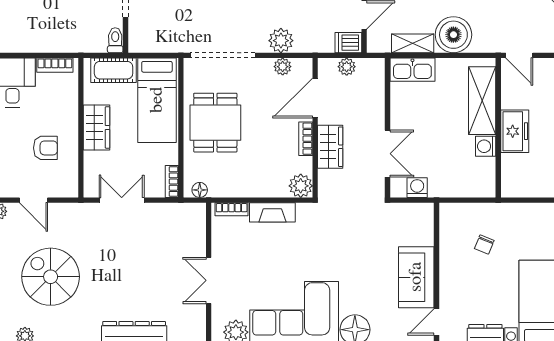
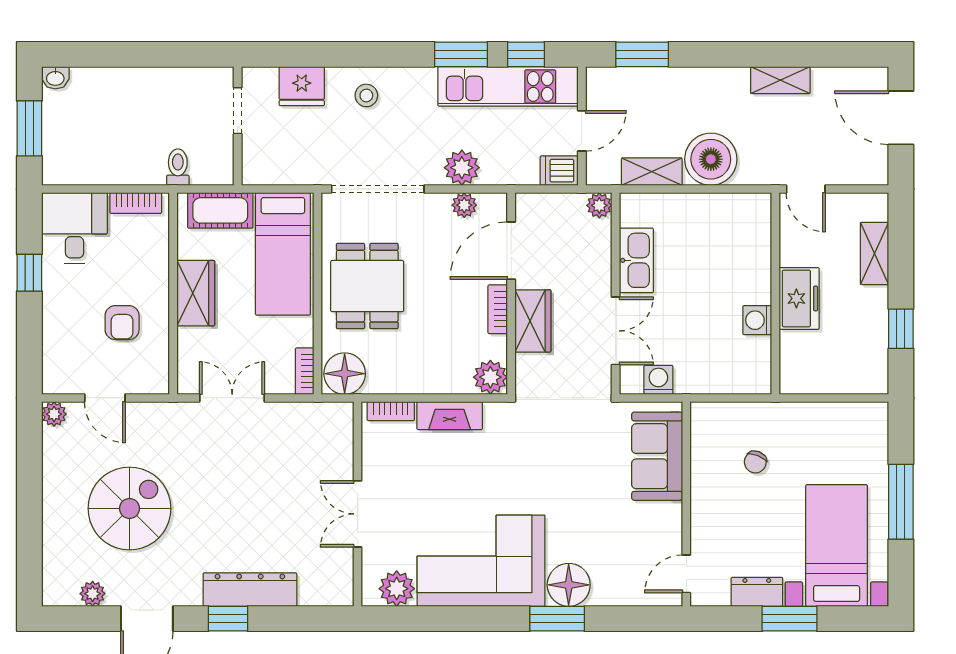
toilet: (115, 40) -> (178, 167), moved
plant: (347, 67) -> (599, 205), moved
kitchen sink: (412, 70) -> (636, 260), moved, turned -90
shelving: (482, 101) -> (752, 254), removed
armchair: (45, 148) -> (122, 323), turned 90
floor lamp: (200, 190) -> (345, 374), width x1.89, depth x1.89
spiral stairs: (51, 277) -> (130, 508), turned 90
sofa: (416, 277) -> (657, 456), moved

